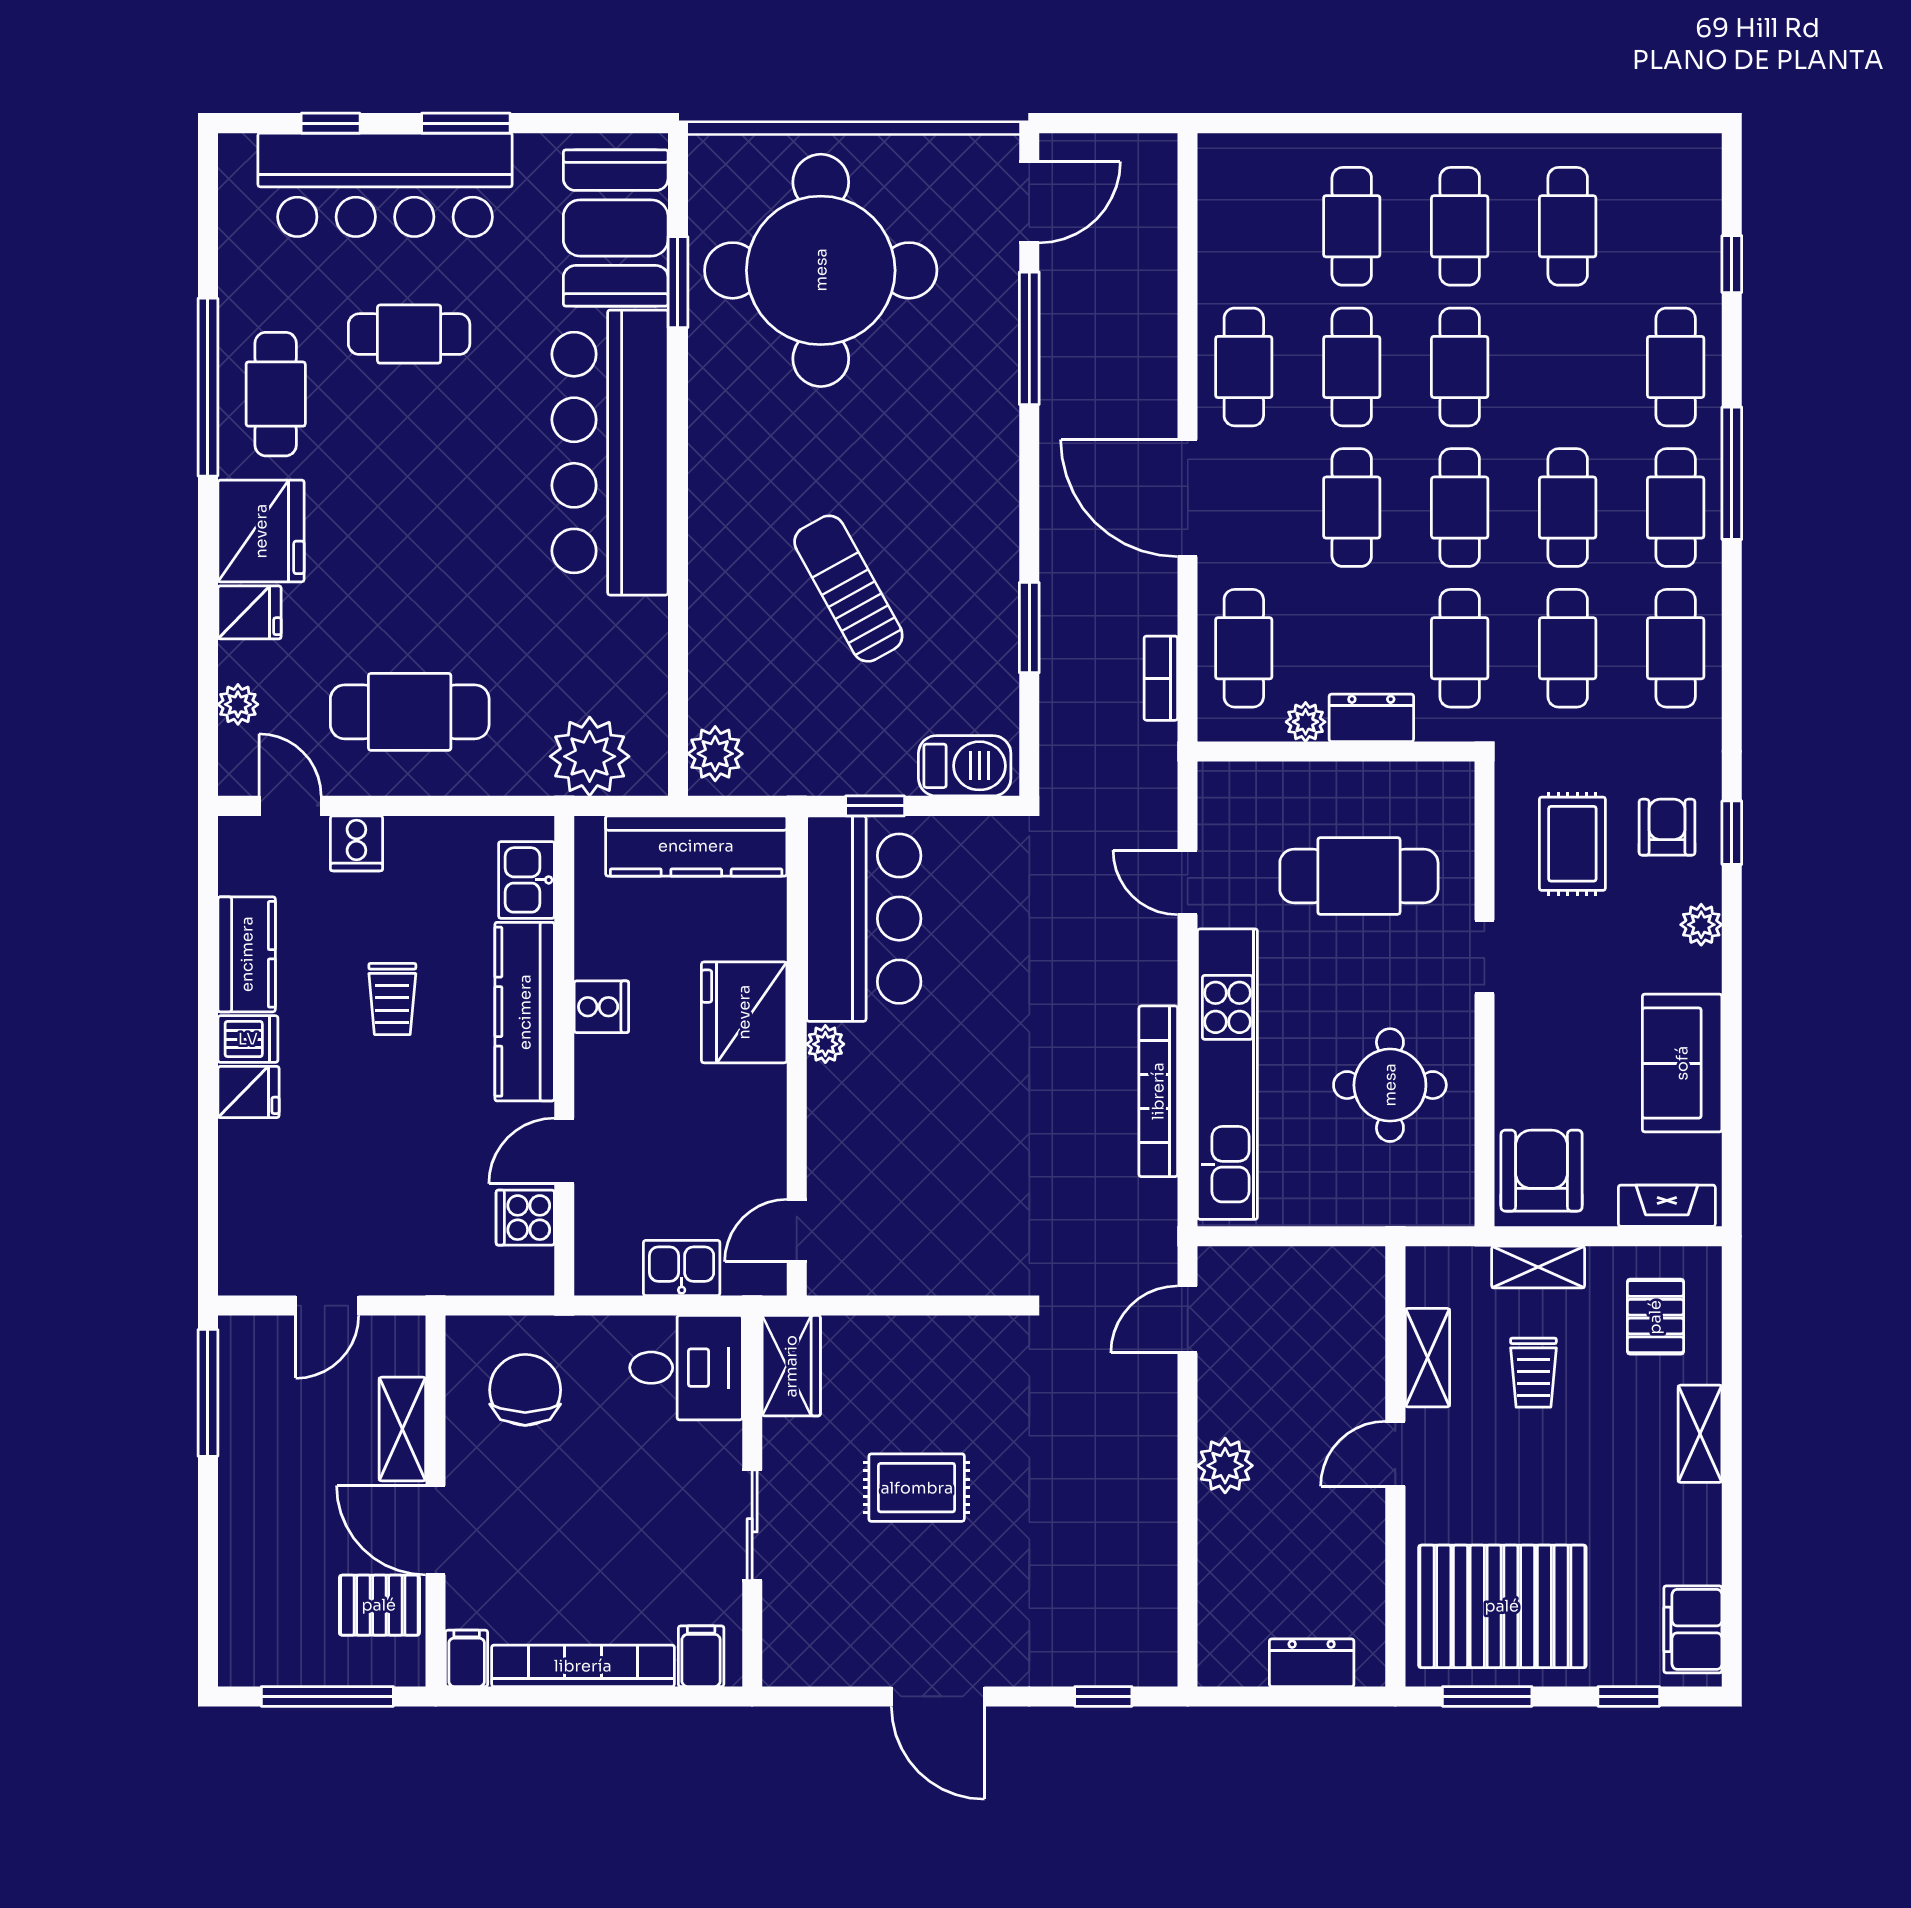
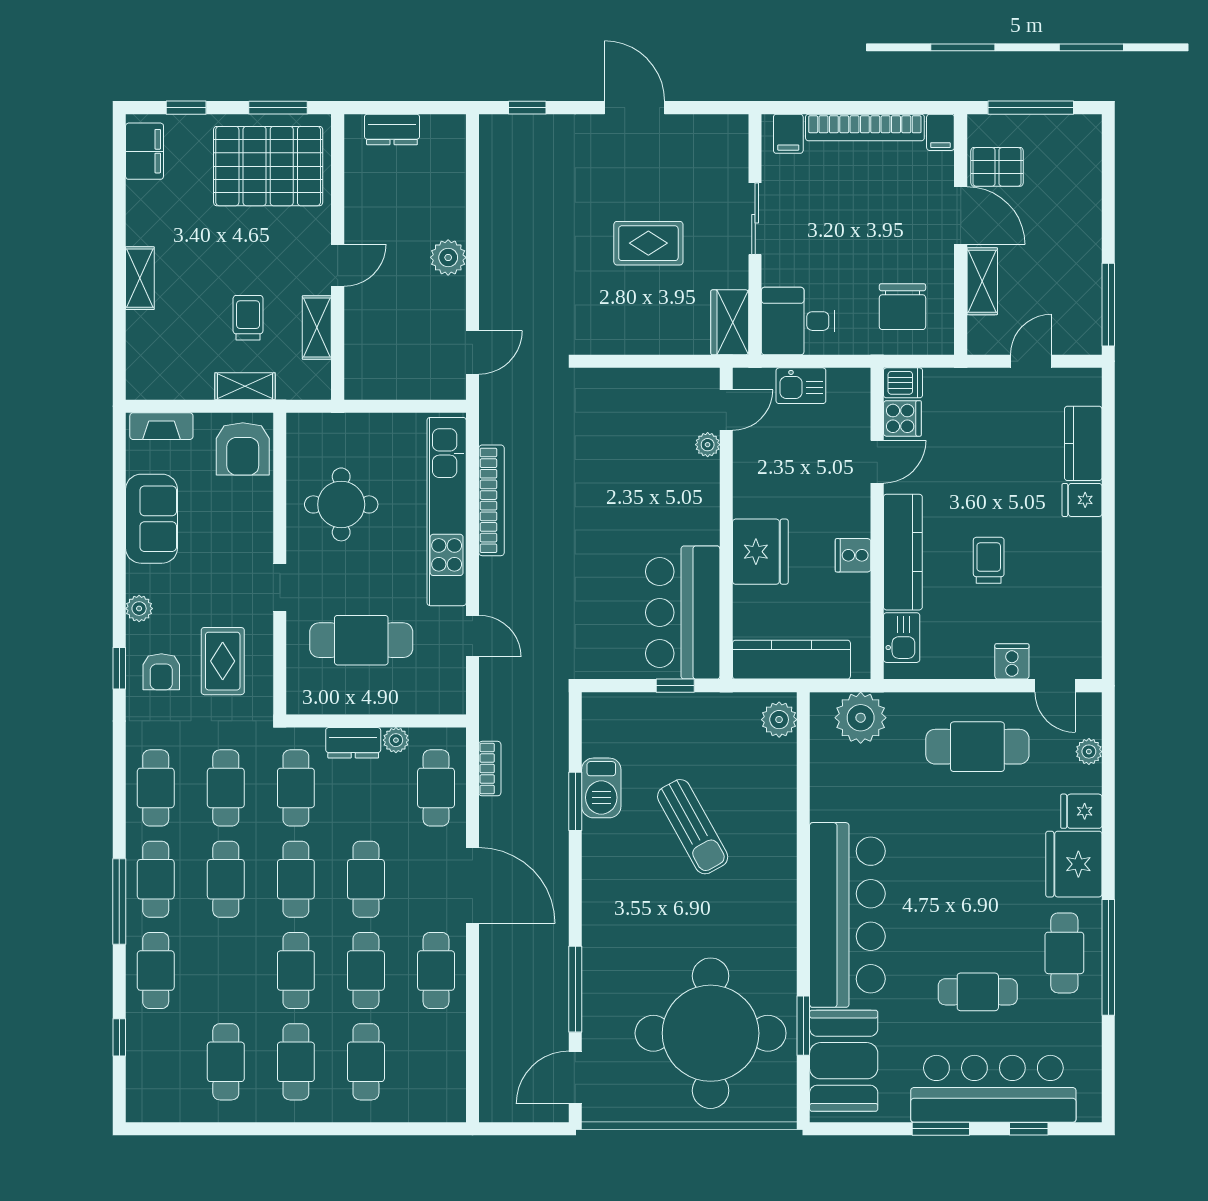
barbecue: (965, 766) -> (601, 788), moved, turned -90
kitchen counter: (247, 954) -> (1083, 443), moved
dishwasher: (248, 1039) -> (903, 383), moved, turned 180
plant: (825, 1044) -> (708, 445), moved
pallet: (1655, 1317) -> (169, 354), removed

